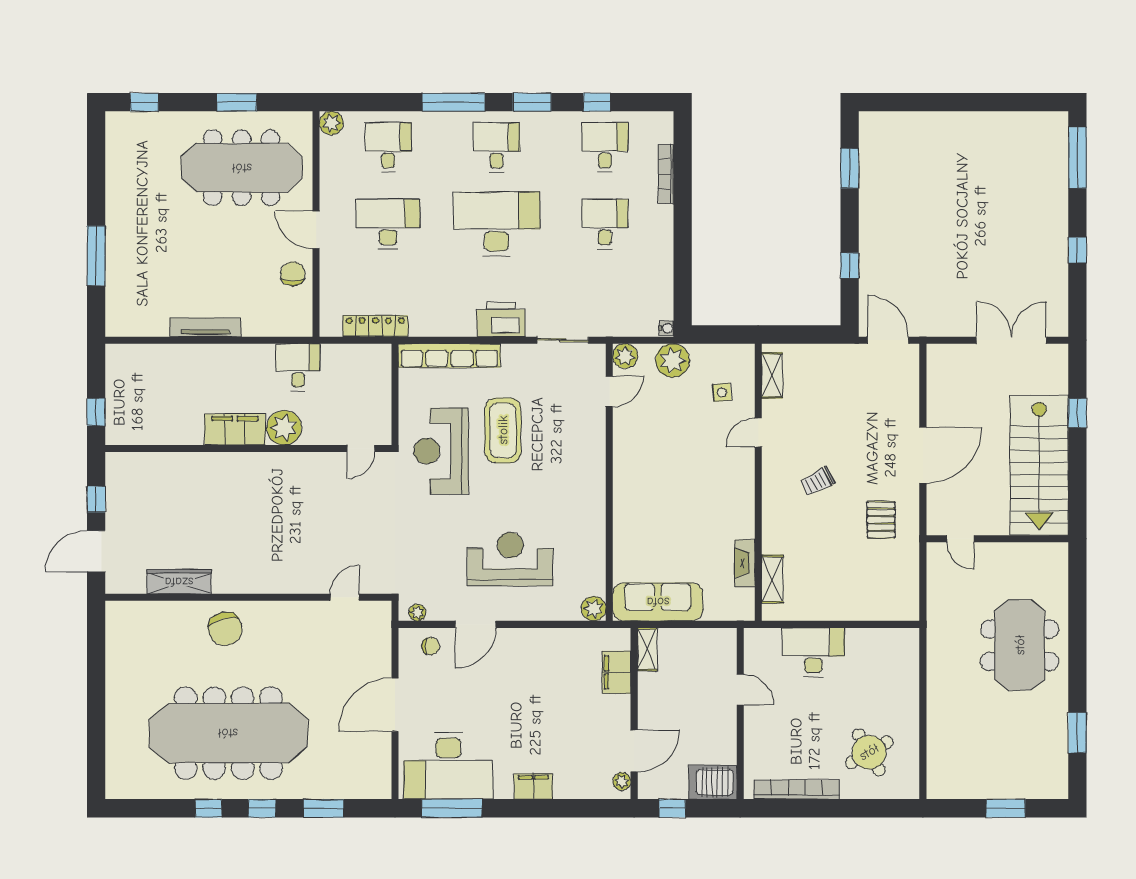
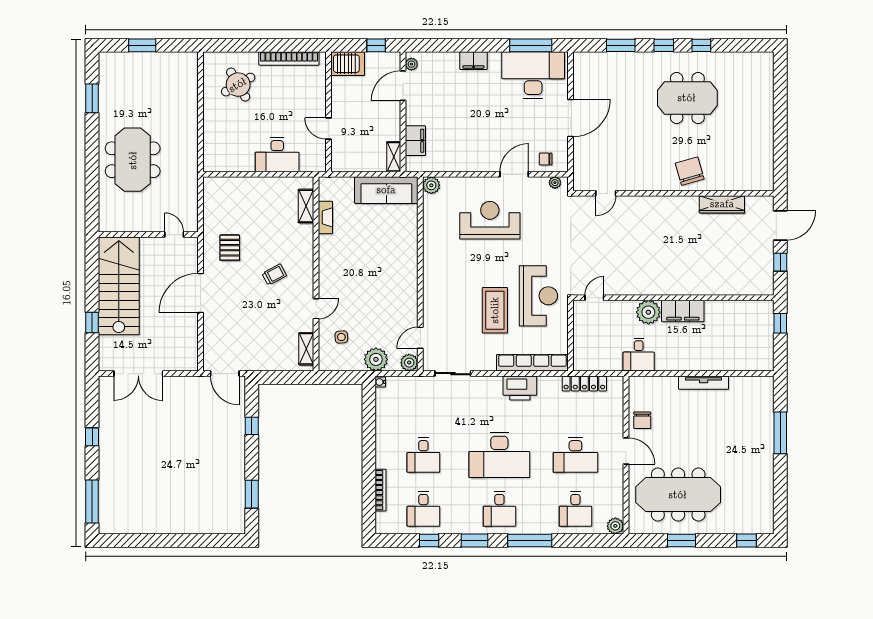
printer: (501, 320) -> (520, 388), moved
reception desk: (510, 559) -> (490, 220), turned 180
meeting table: (228, 733) -> (687, 98), width x0.54, depth x0.79

